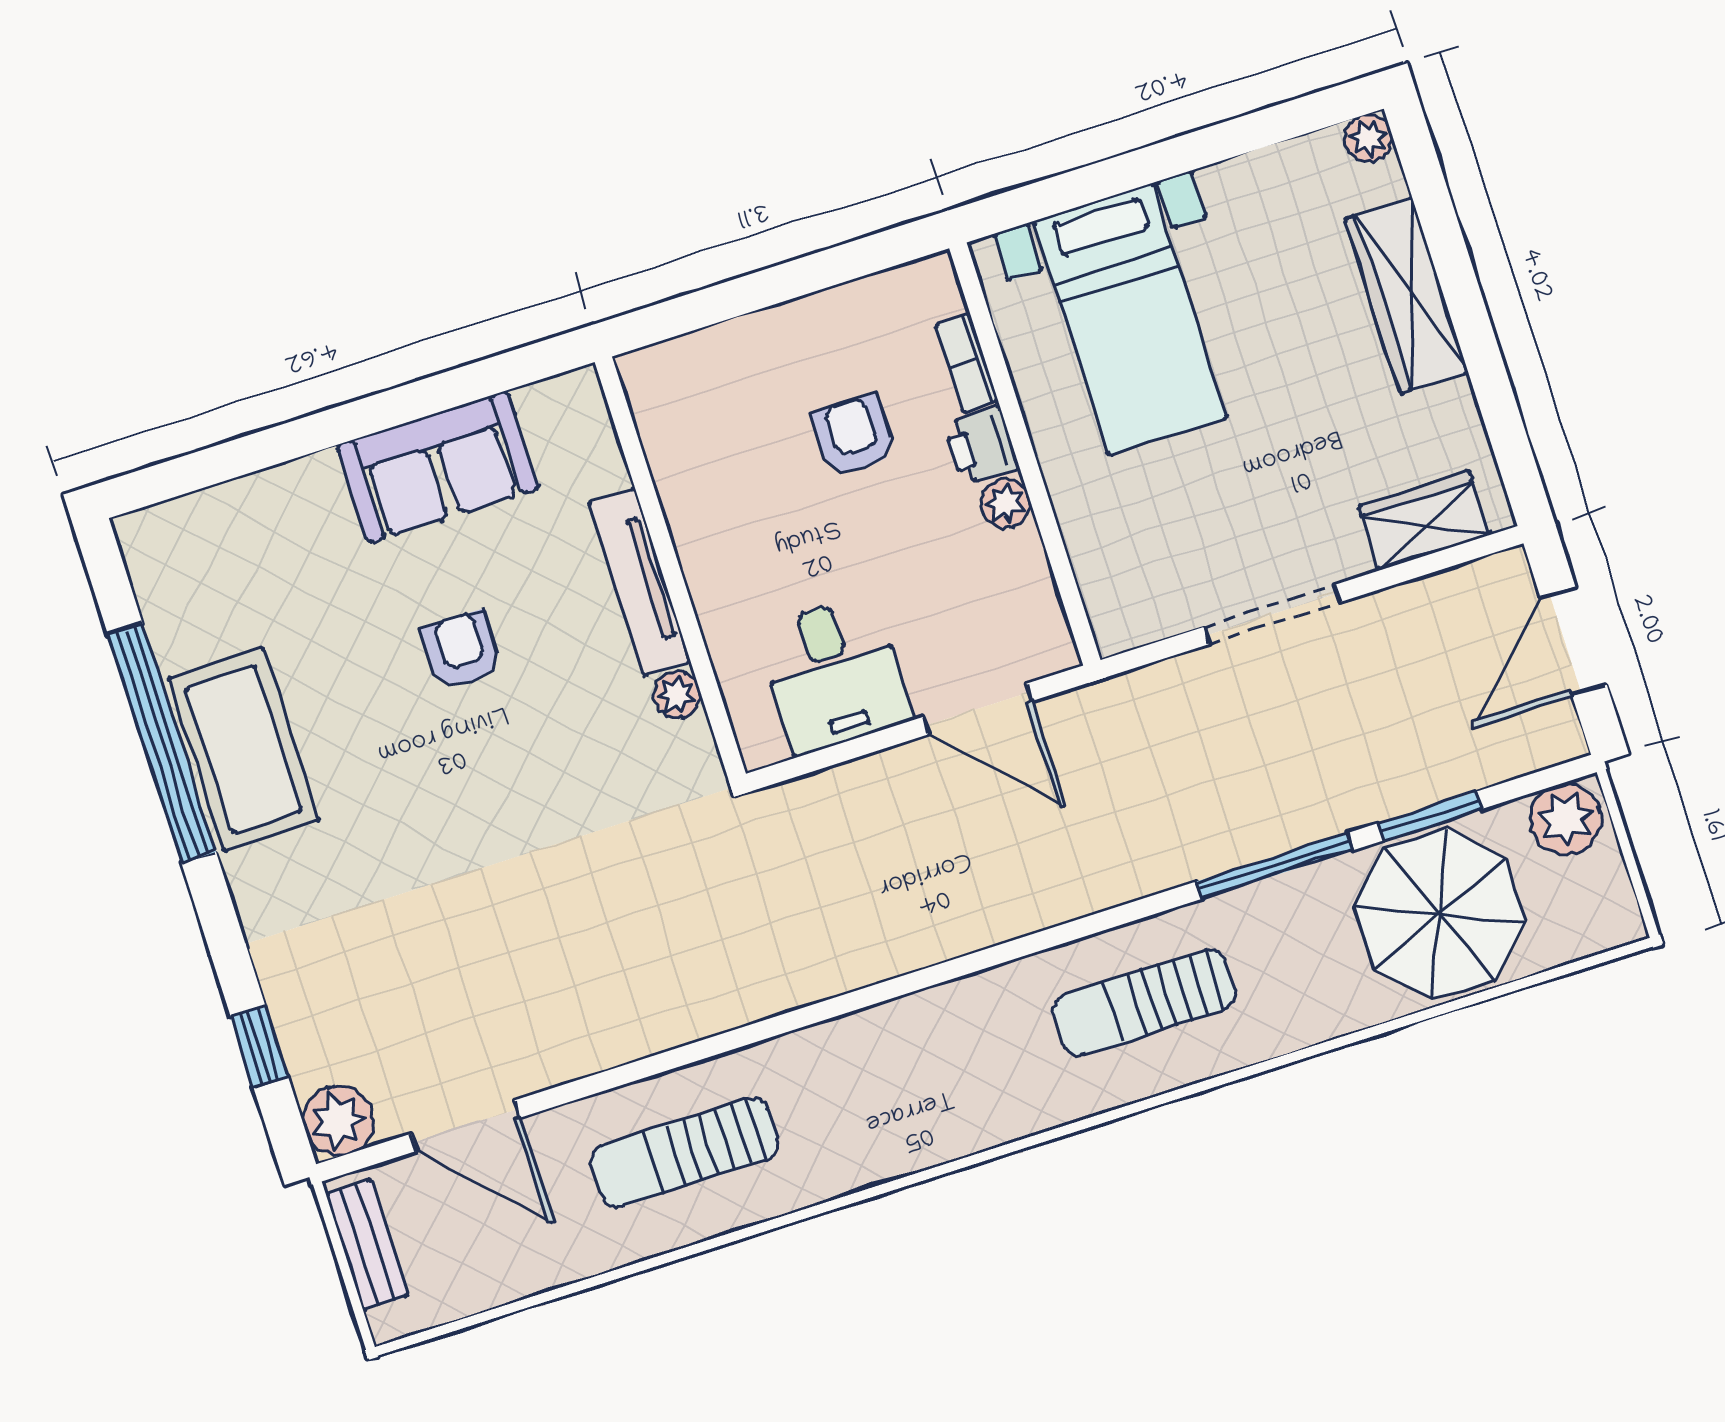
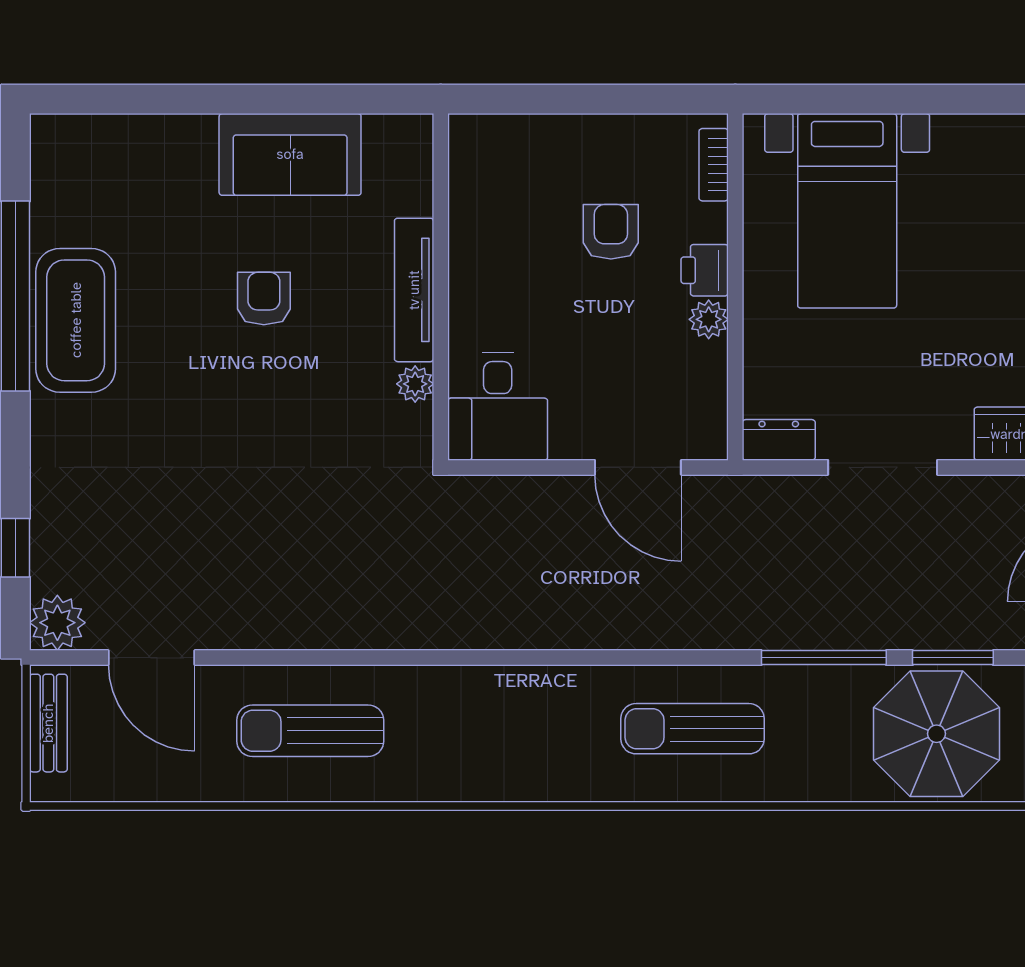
bookcase: (967, 363) -> (714, 165), moved
dresser: (1136, 621) -> (779, 440), added
desk: (834, 674) -> (498, 407), moved

